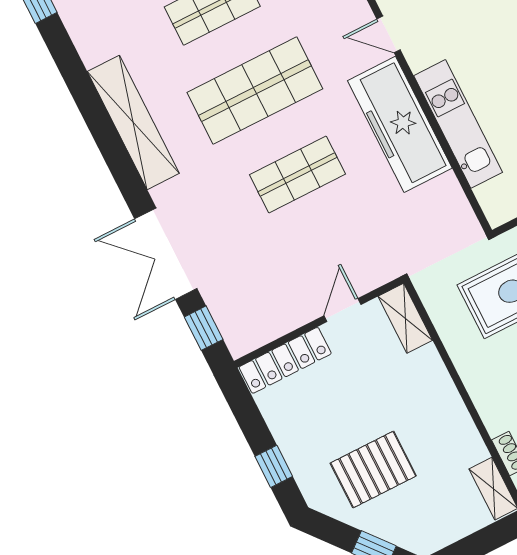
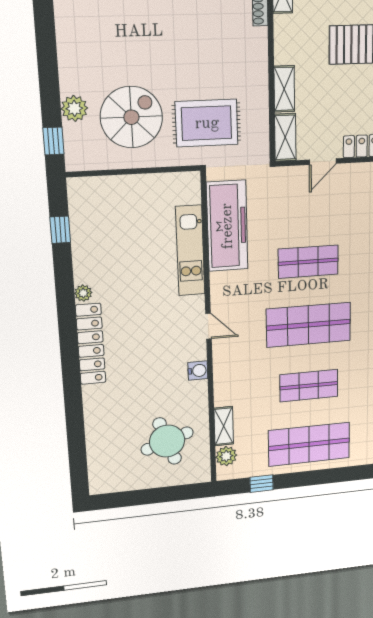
freezer: (400, 124) -> (227, 226), moved
shelving: (435, 376) -> (284, 89), added

